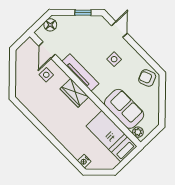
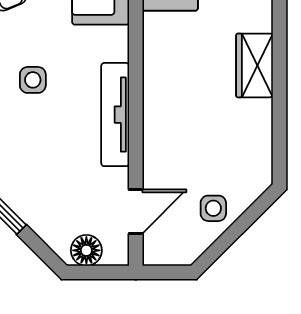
side table: (46, 75) -> (213, 208), moved
wardrobe: (74, 93) -> (254, 65), moved, turned 180

